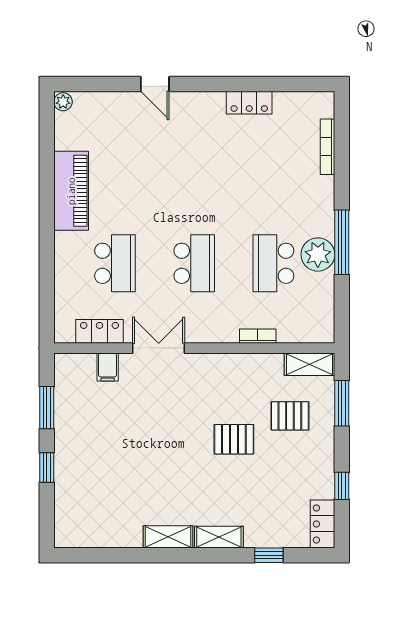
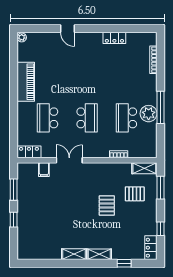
school desk: (115, 263) -> (48, 118), turned 180
locker: (99, 331) -> (29, 152), moved
pallet: (234, 439) -> (107, 205), turned 90

